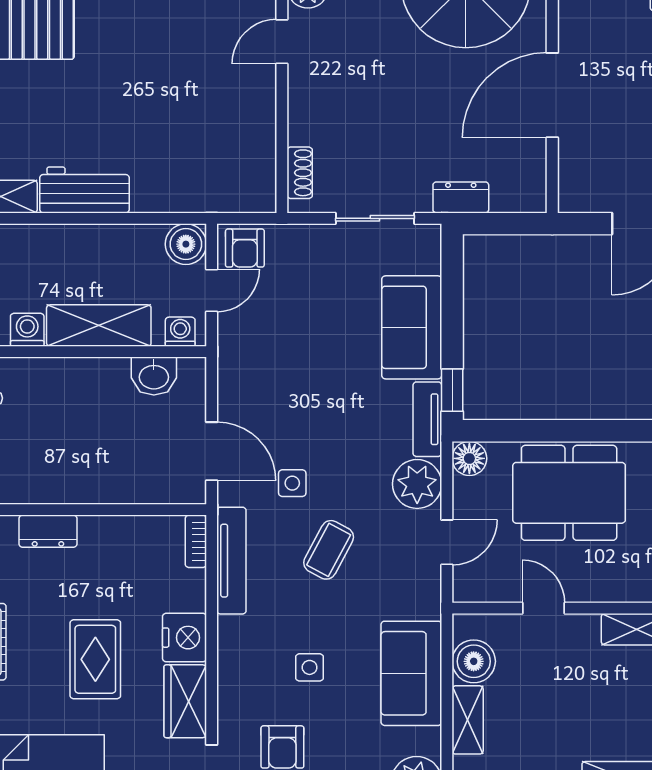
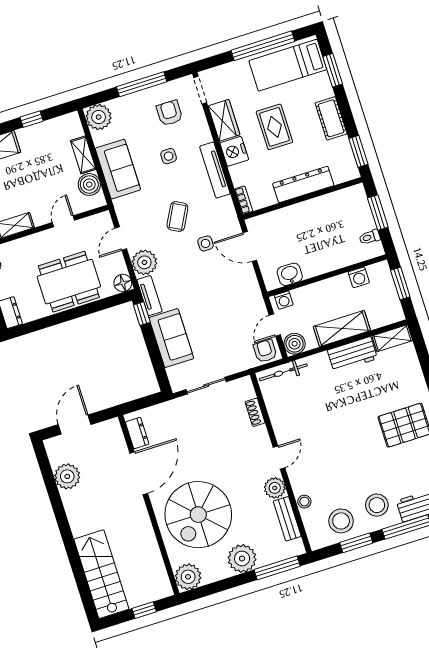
shoe rack: (300, 173) -> (255, 412), moved
dresser: (461, 197) -> (137, 433), moved, turned -90
bicycle: (224, 198) -> (283, 372), added
shelving: (99, 326) -> (342, 329), moved
dresser: (48, 531) -> (303, 184), width x1.96, depth x1.24
tv unit: (231, 561) -> (215, 170), moved
door: (543, 608) -> (63, 221), swing flipped

